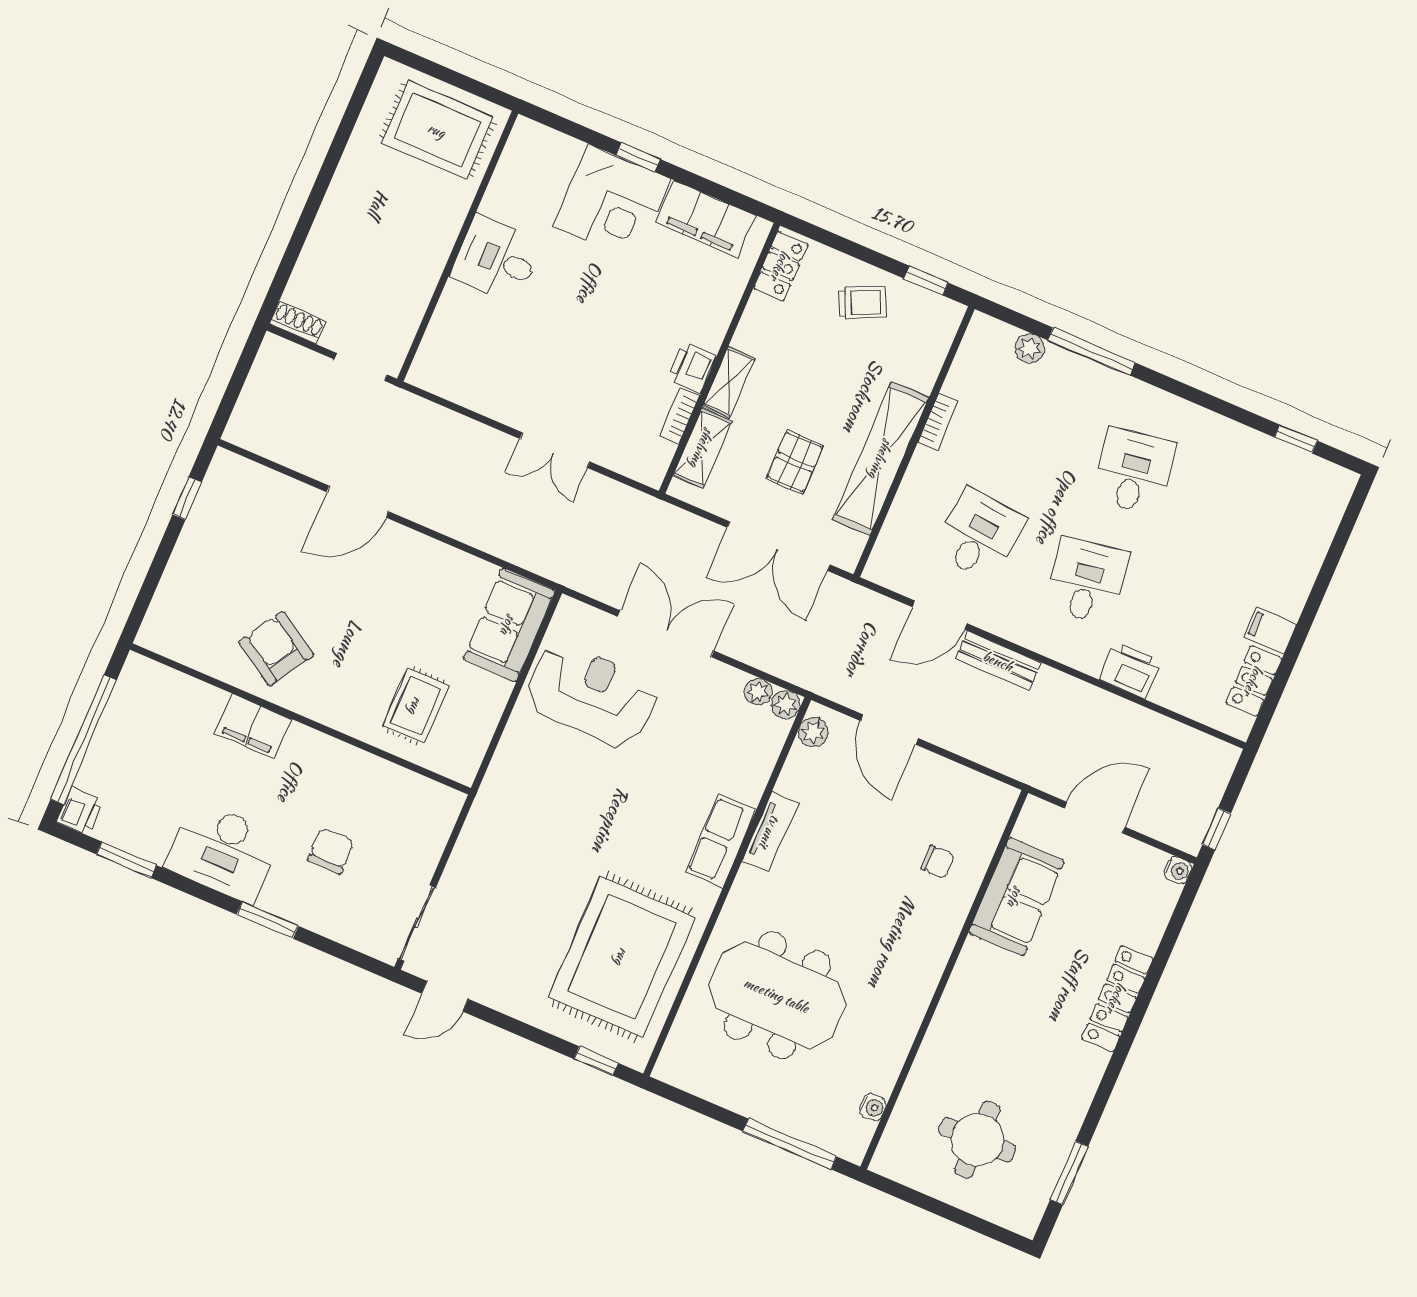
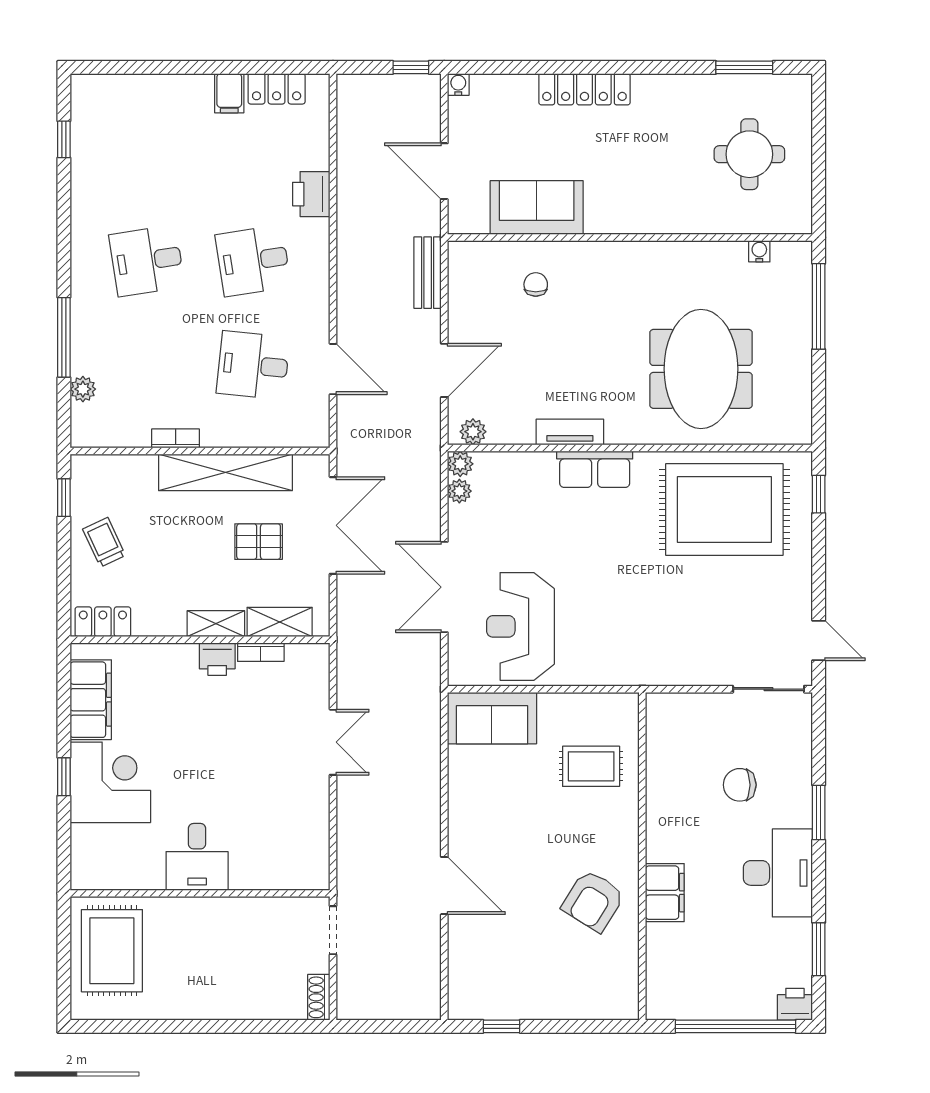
bench: (998, 661) -> (428, 273), moved

